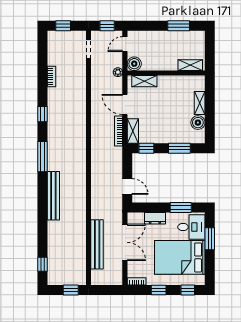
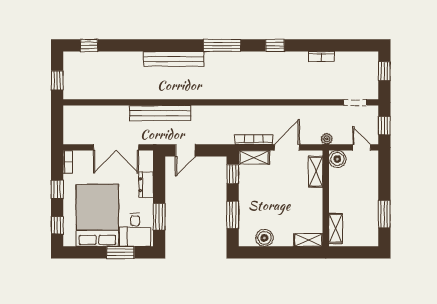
shelving: (200, 103) -> (308, 240), moved
bench: (97, 244) -> (160, 113), moved

